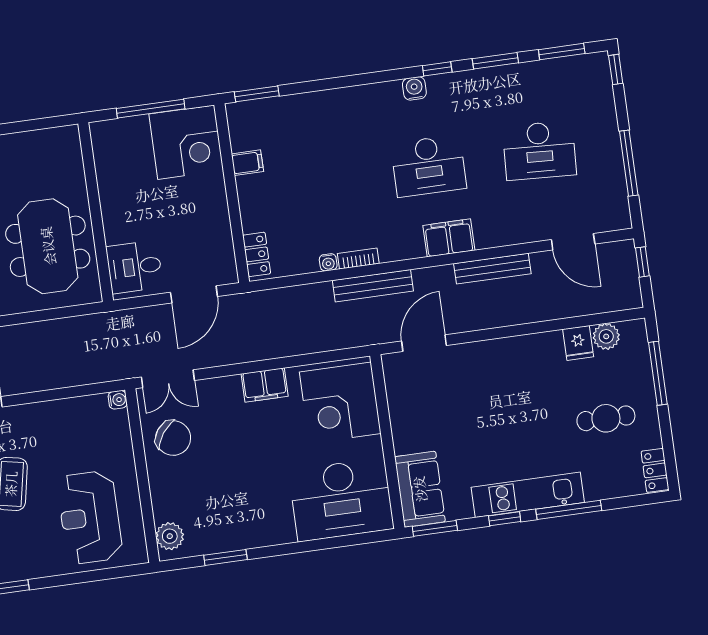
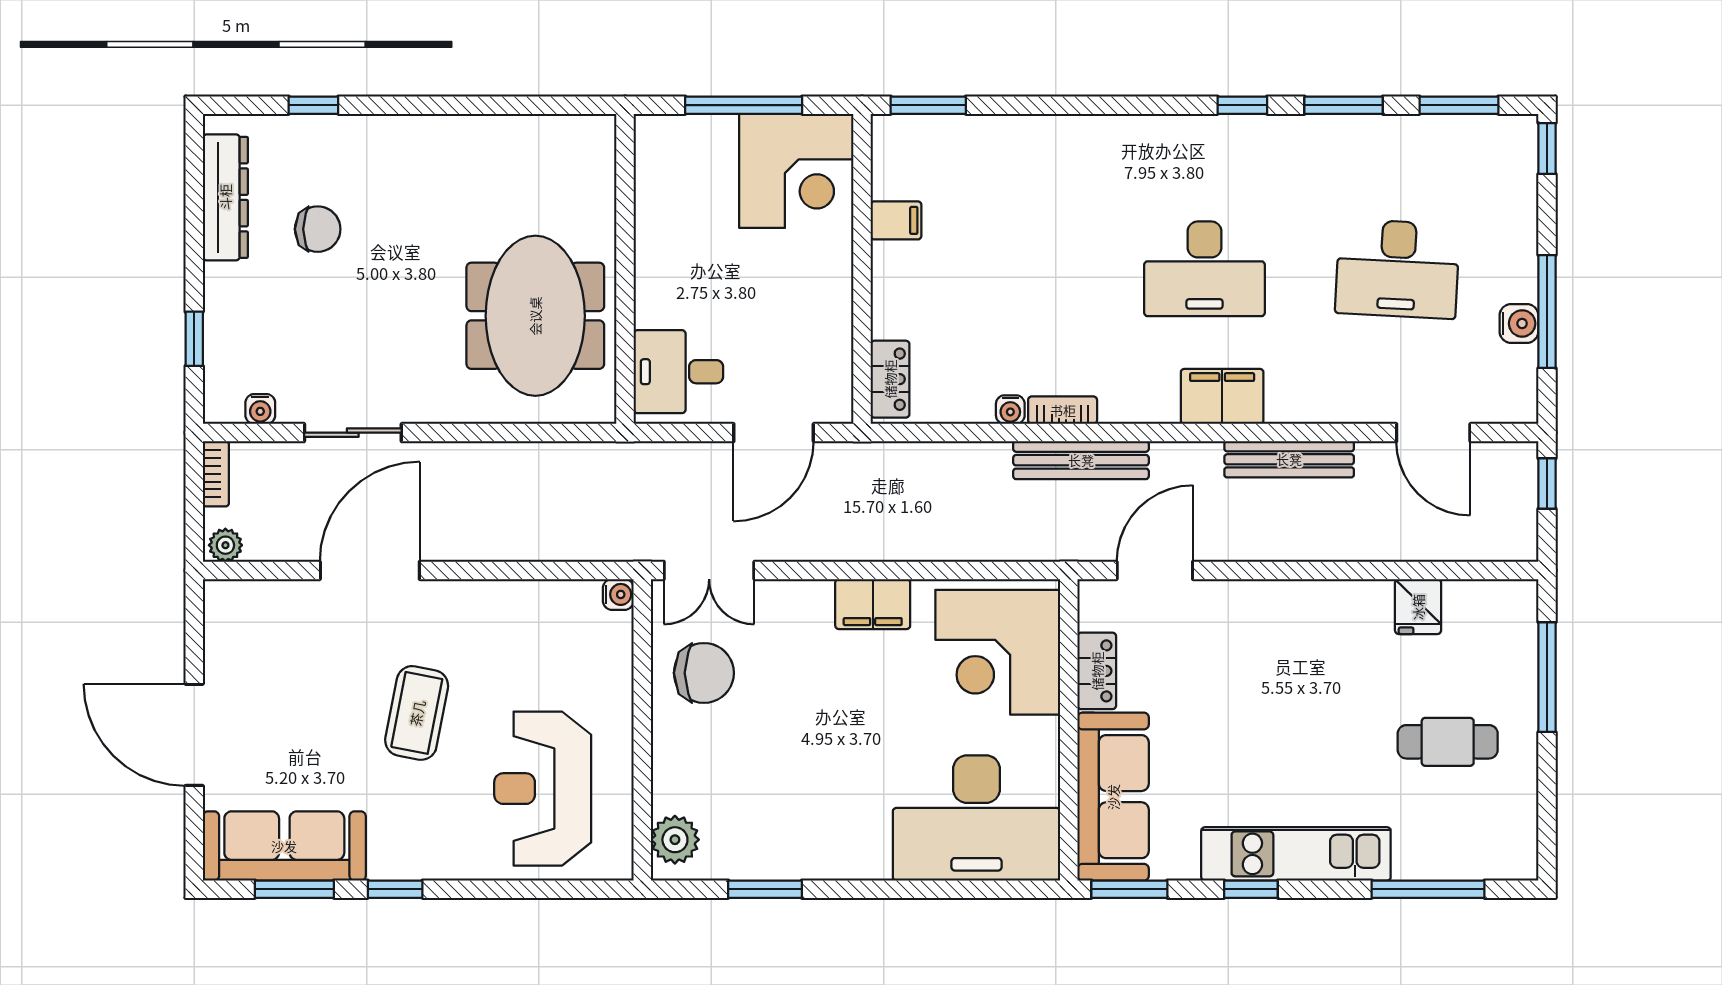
water cooler: (414, 88) -> (1519, 323), moved, turned 90
plant: (606, 336) -> (1467, 602), removed
chair: (173, 438) -> (704, 673), turned -36
locker: (655, 470) -> (1097, 671), moved, turned 180
sofa: (420, 489) -> (1113, 797), width x1.36
window: (569, 510) -> (1428, 889), moved

